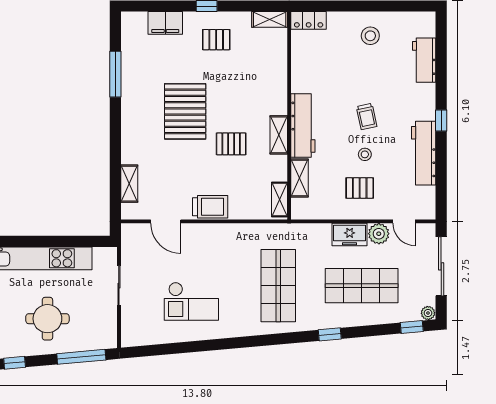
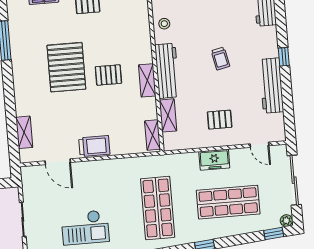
pallet: (231, 144) -> (108, 75), moved
stool: (365, 154) -> (164, 24), moved
plant: (379, 234) -> (239, 157), removed

